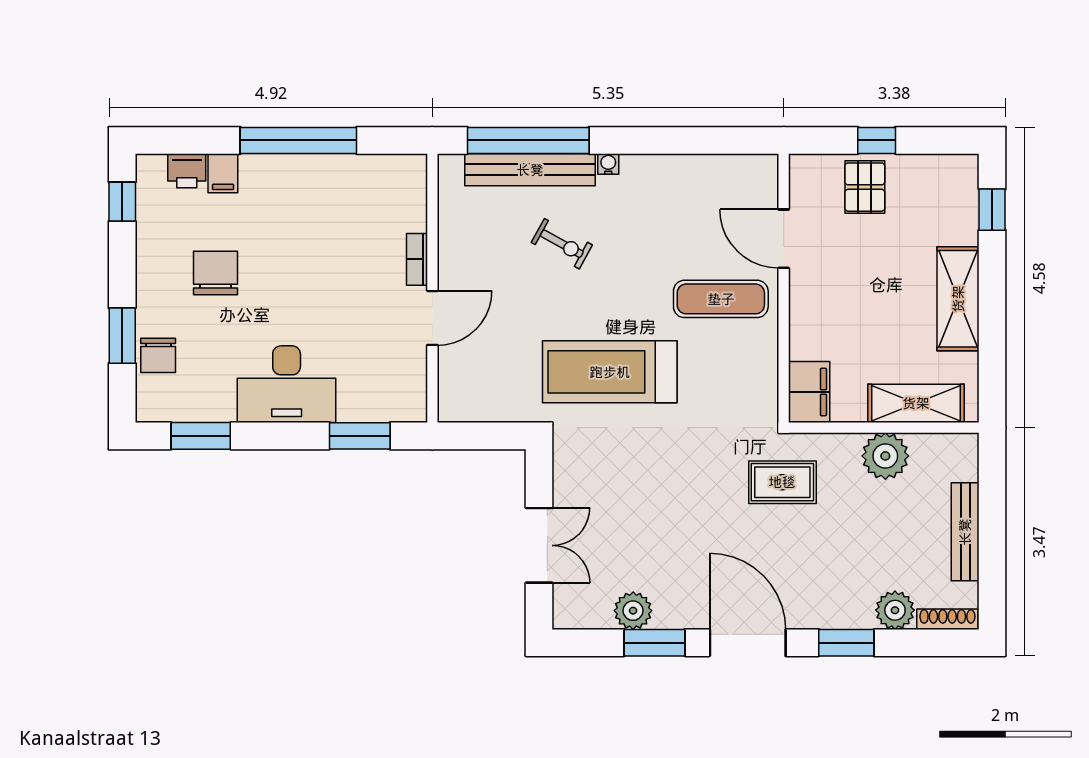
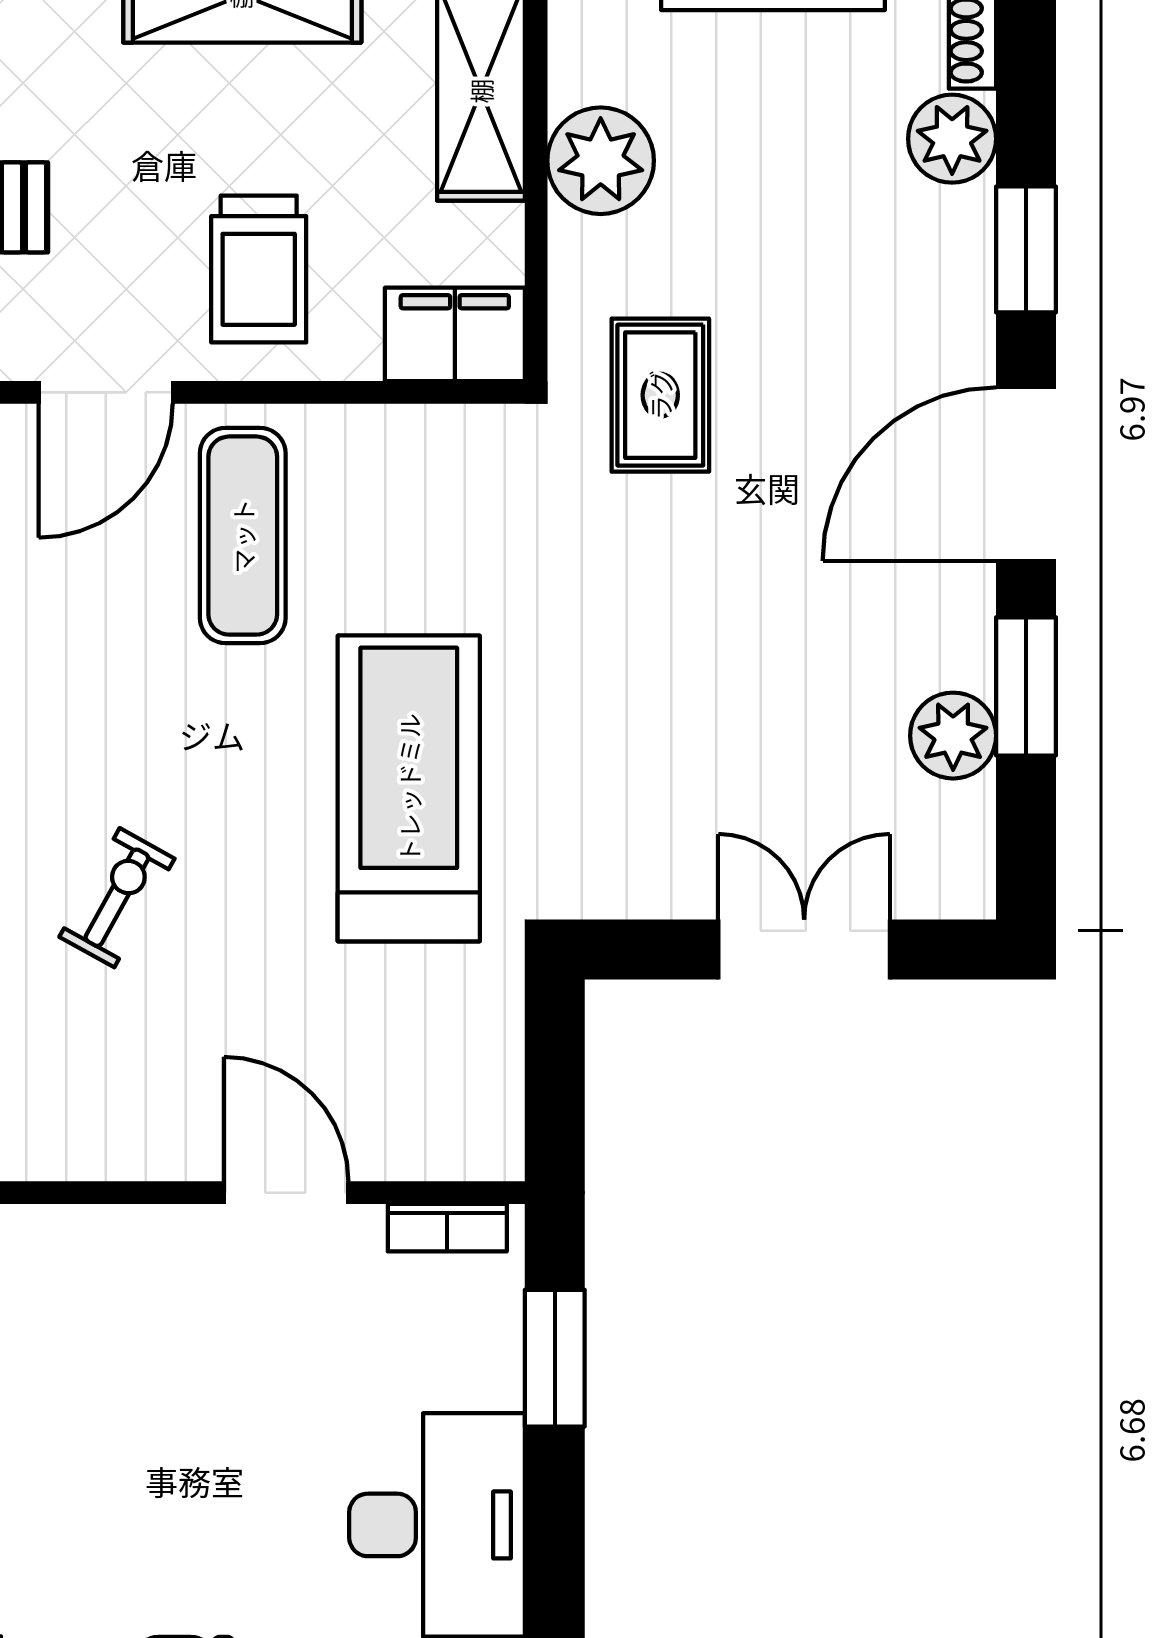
bookcase: (417, 259) -> (447, 1228), moved
trolley: (838, 306) -> (259, 269), added
treadmill: (610, 372) -> (409, 788), turned 180

